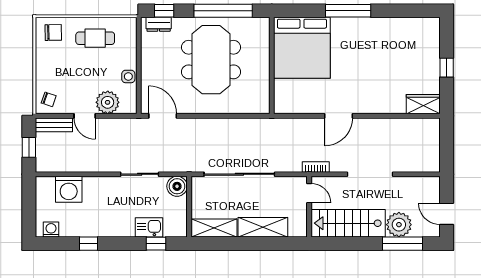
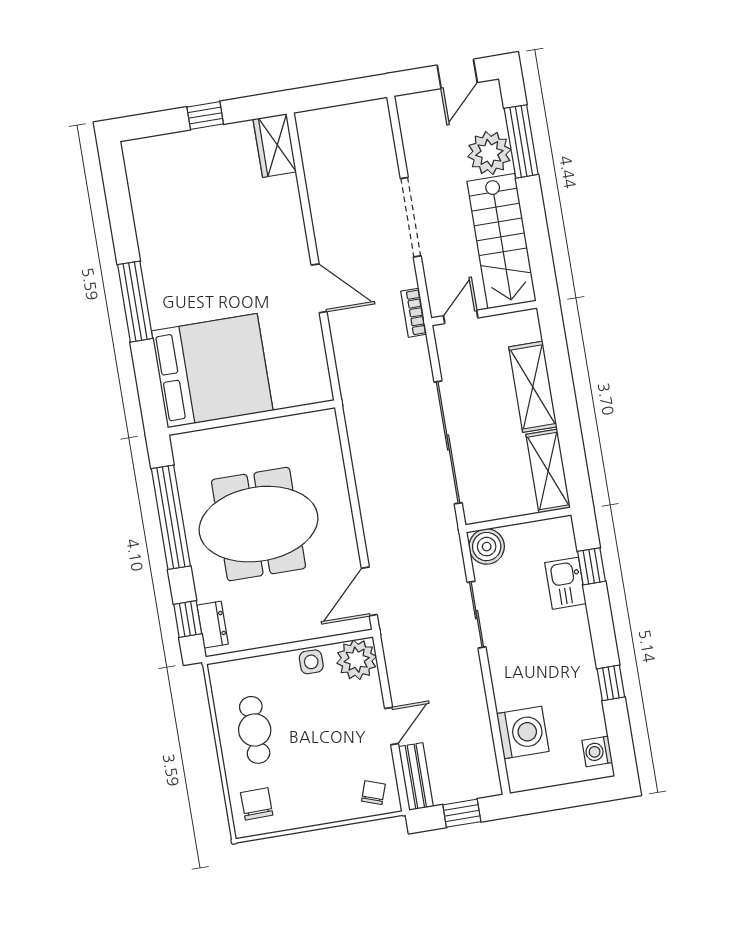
plant: (108, 102) -> (357, 660), moved

